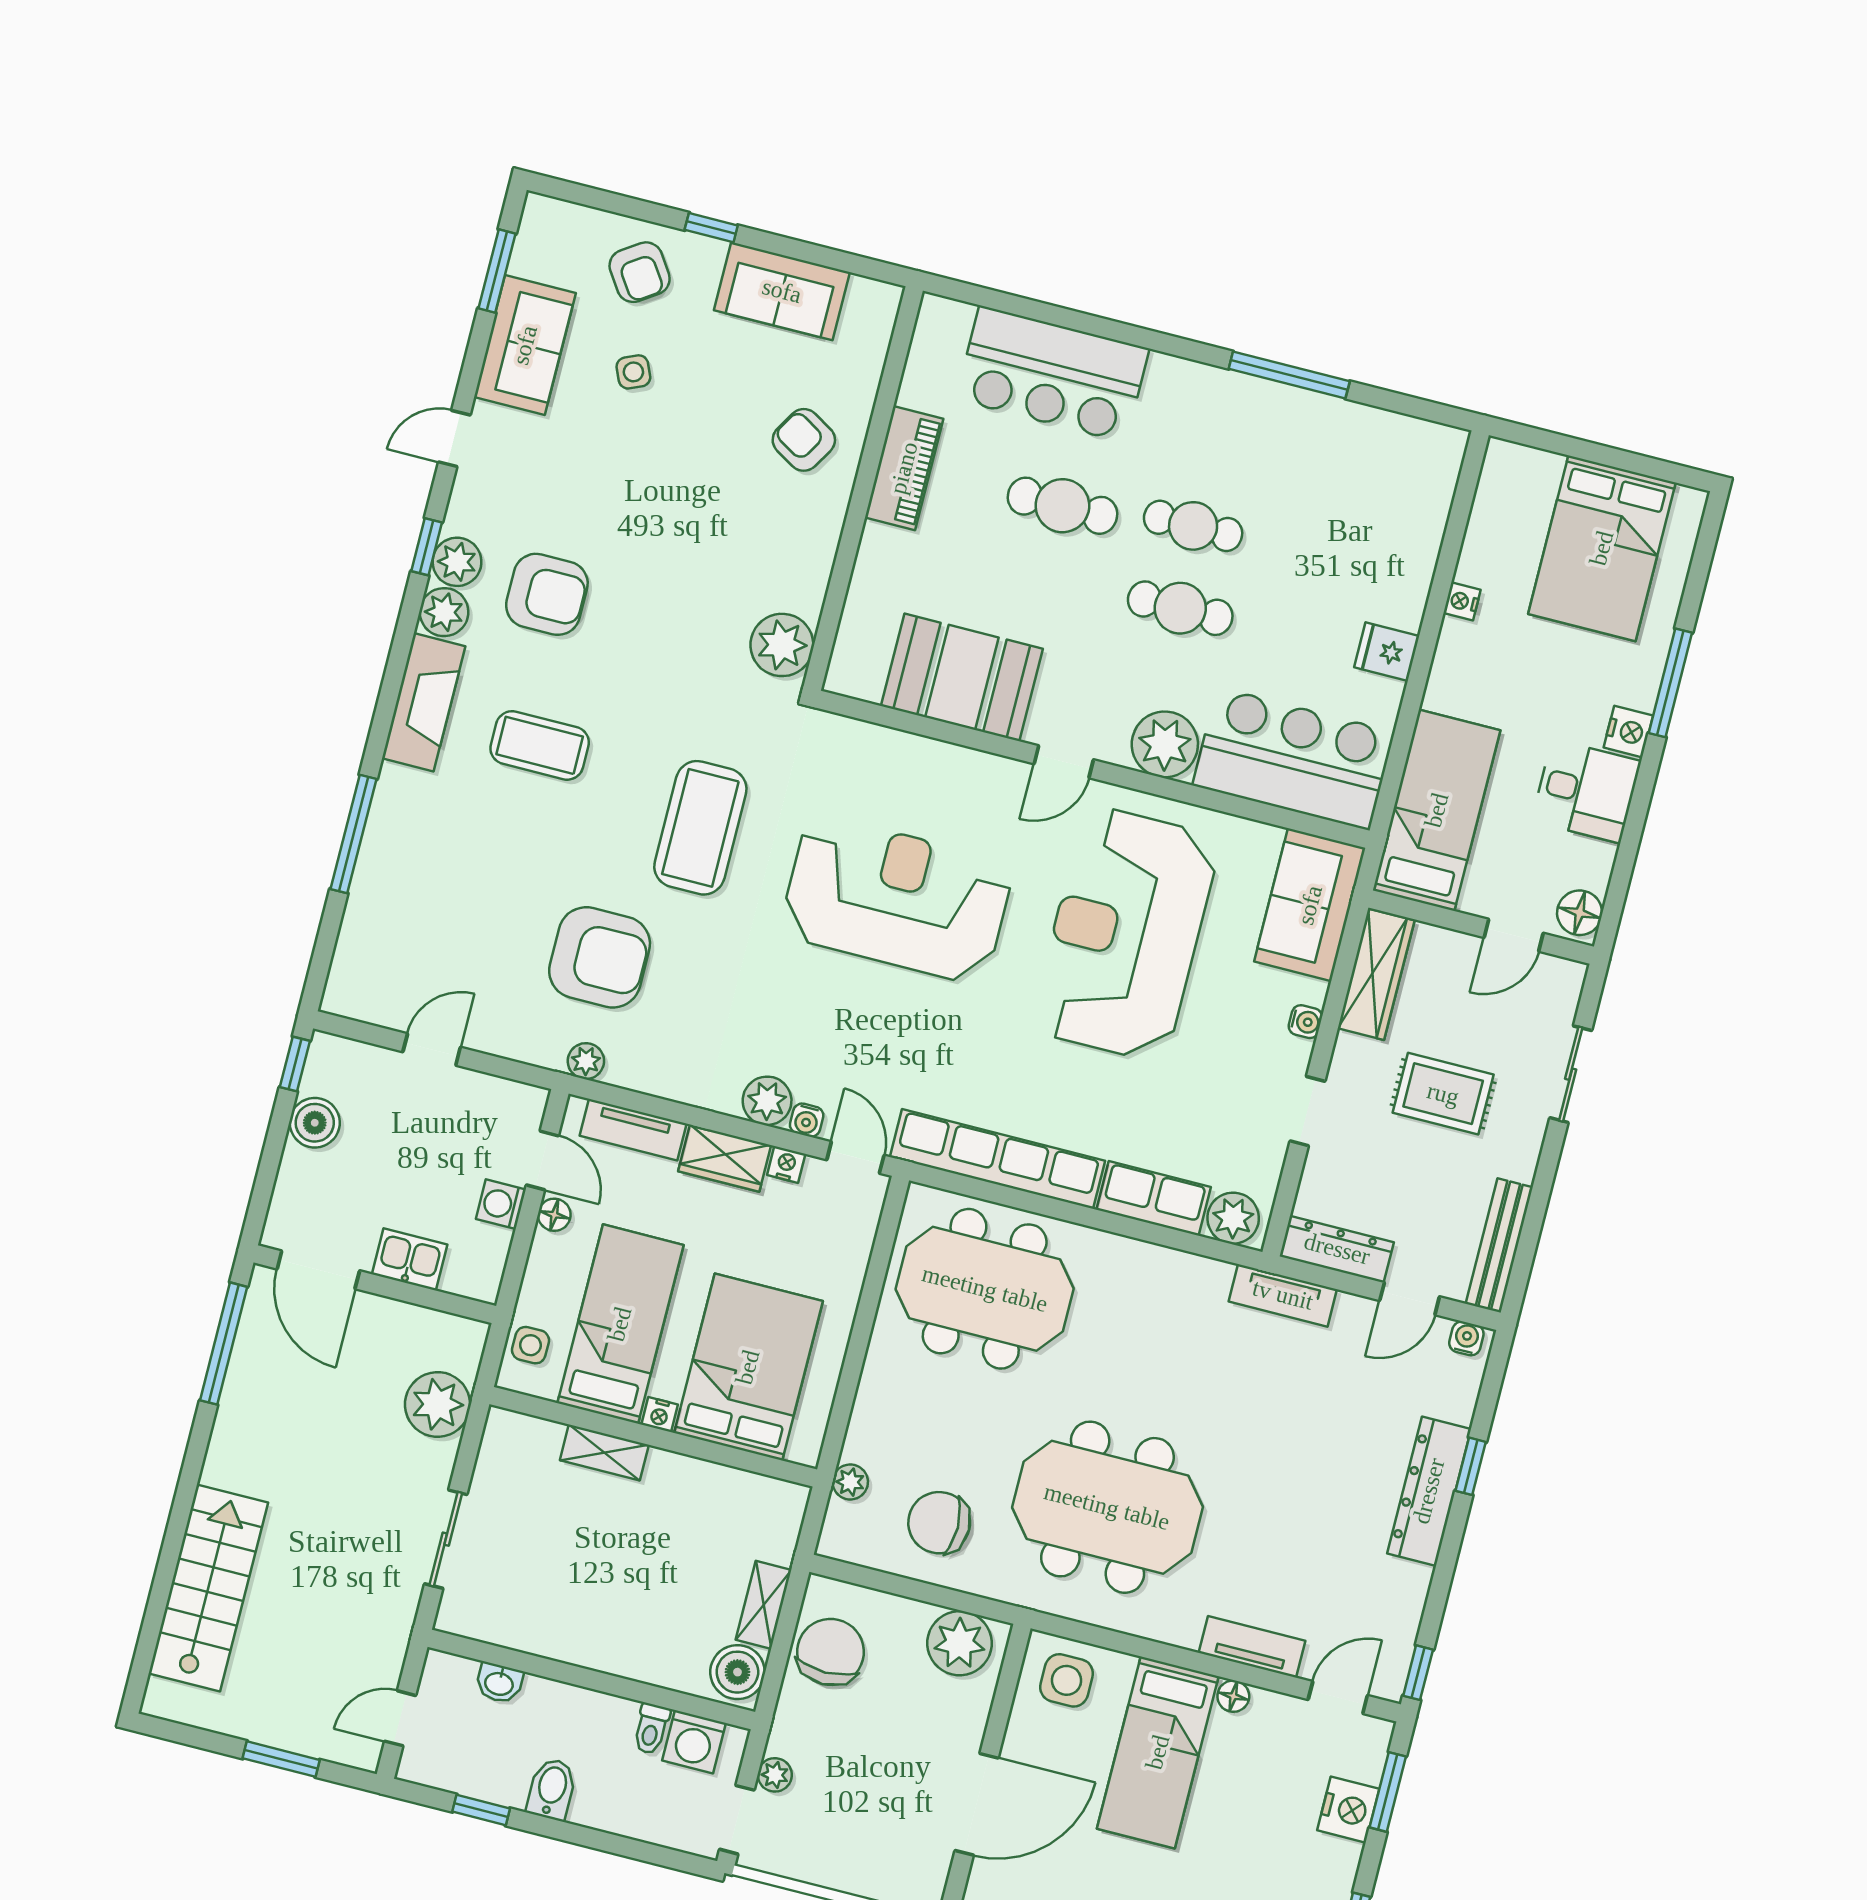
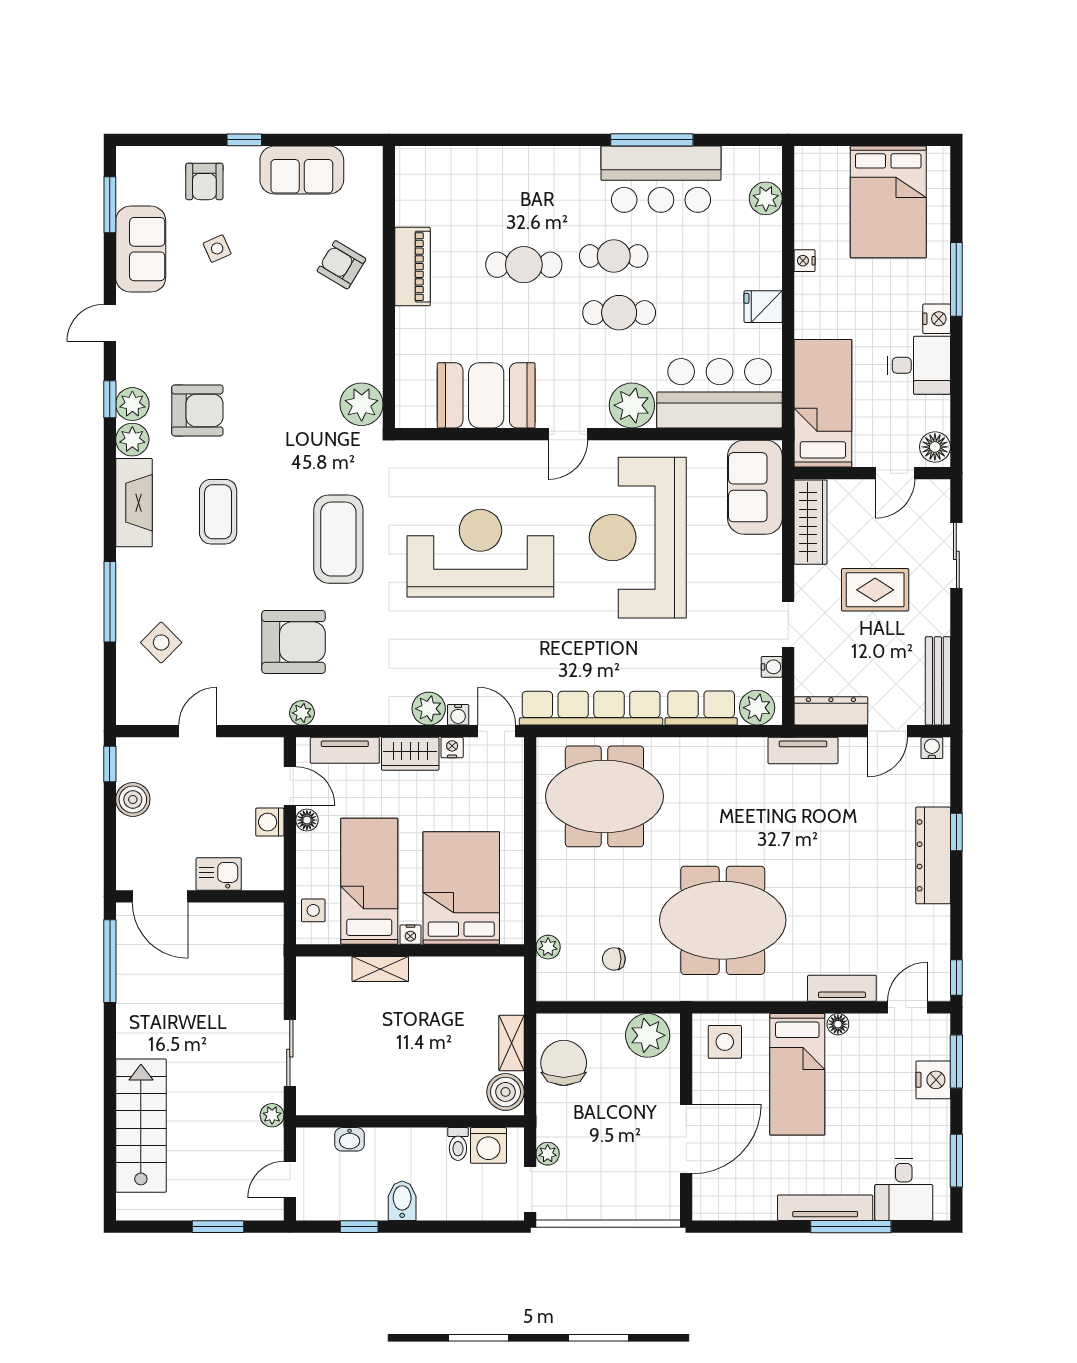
armchair: (640, 272) -> (204, 181), turned 34
bar counter: (1052, 374) -> (661, 179), moved
plant: (1429, 499) -> (766, 198), added
coffee table: (540, 745) -> (218, 512), turned 90
side table: (412, 910) -> (161, 642), added
water cooler: (1305, 1022) -> (772, 667), moved
plant: (438, 1404) -> (272, 1115), moved, width x0.53, depth x0.53
chair: (939, 1523) -> (614, 959), width x0.54, depth x0.54

